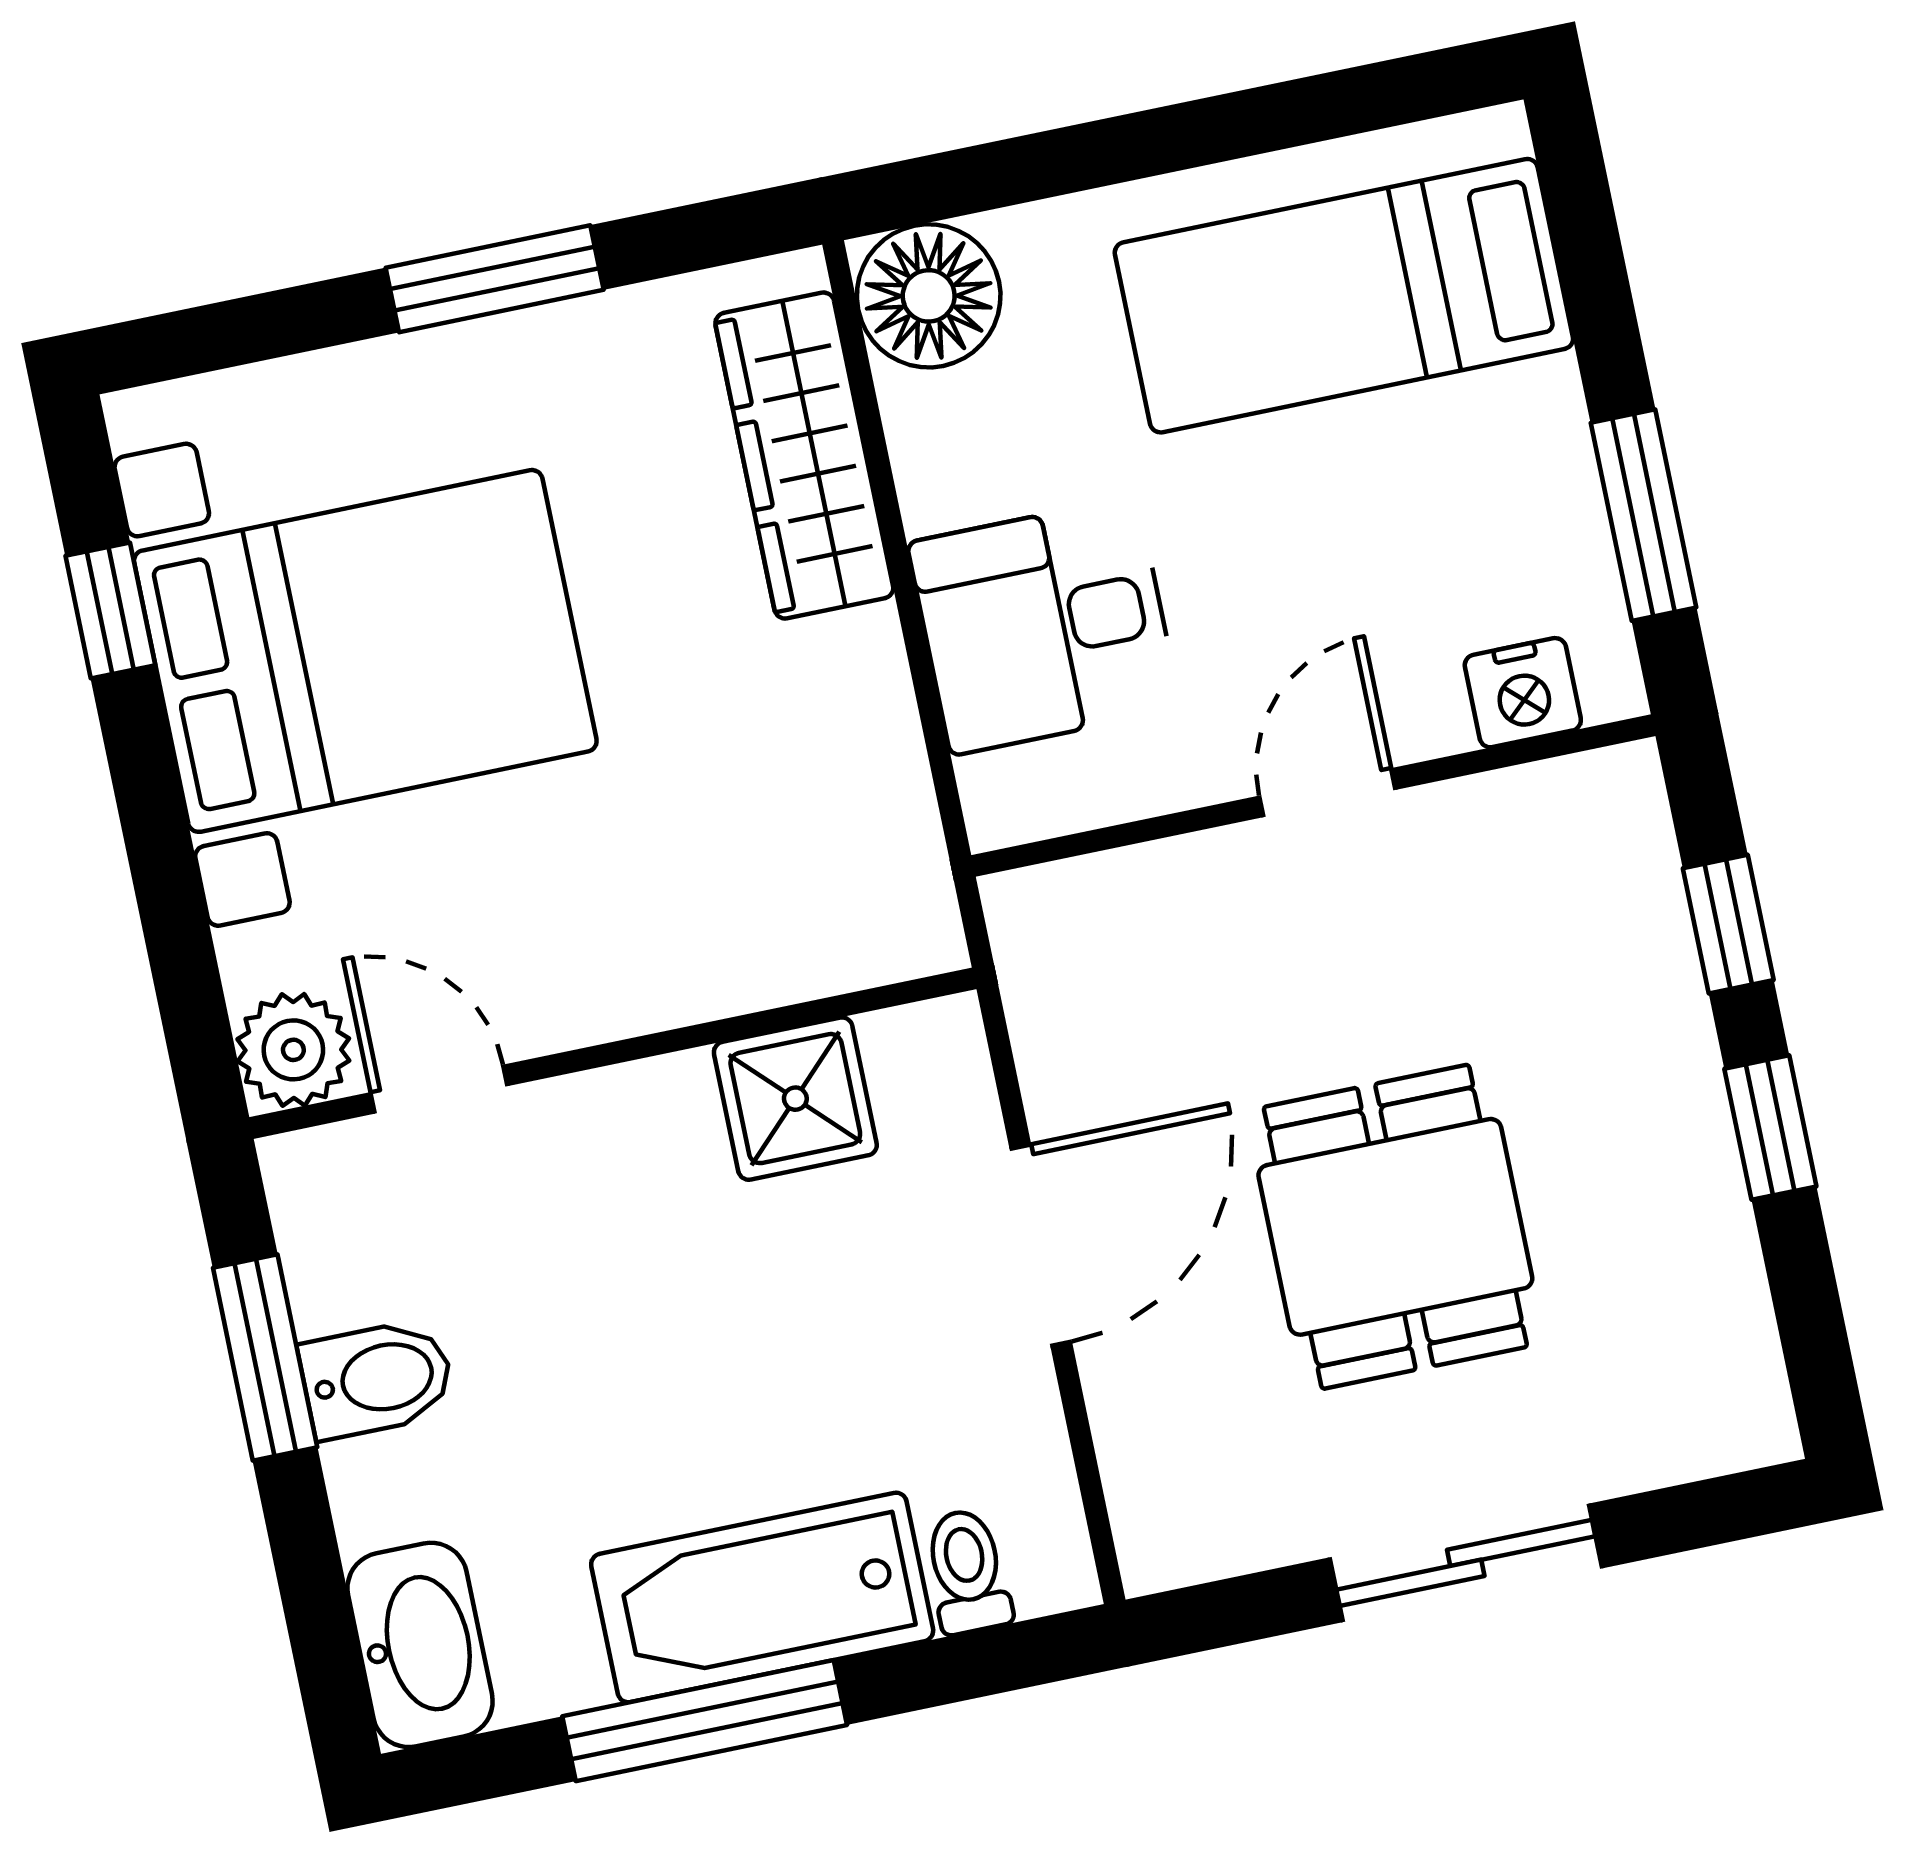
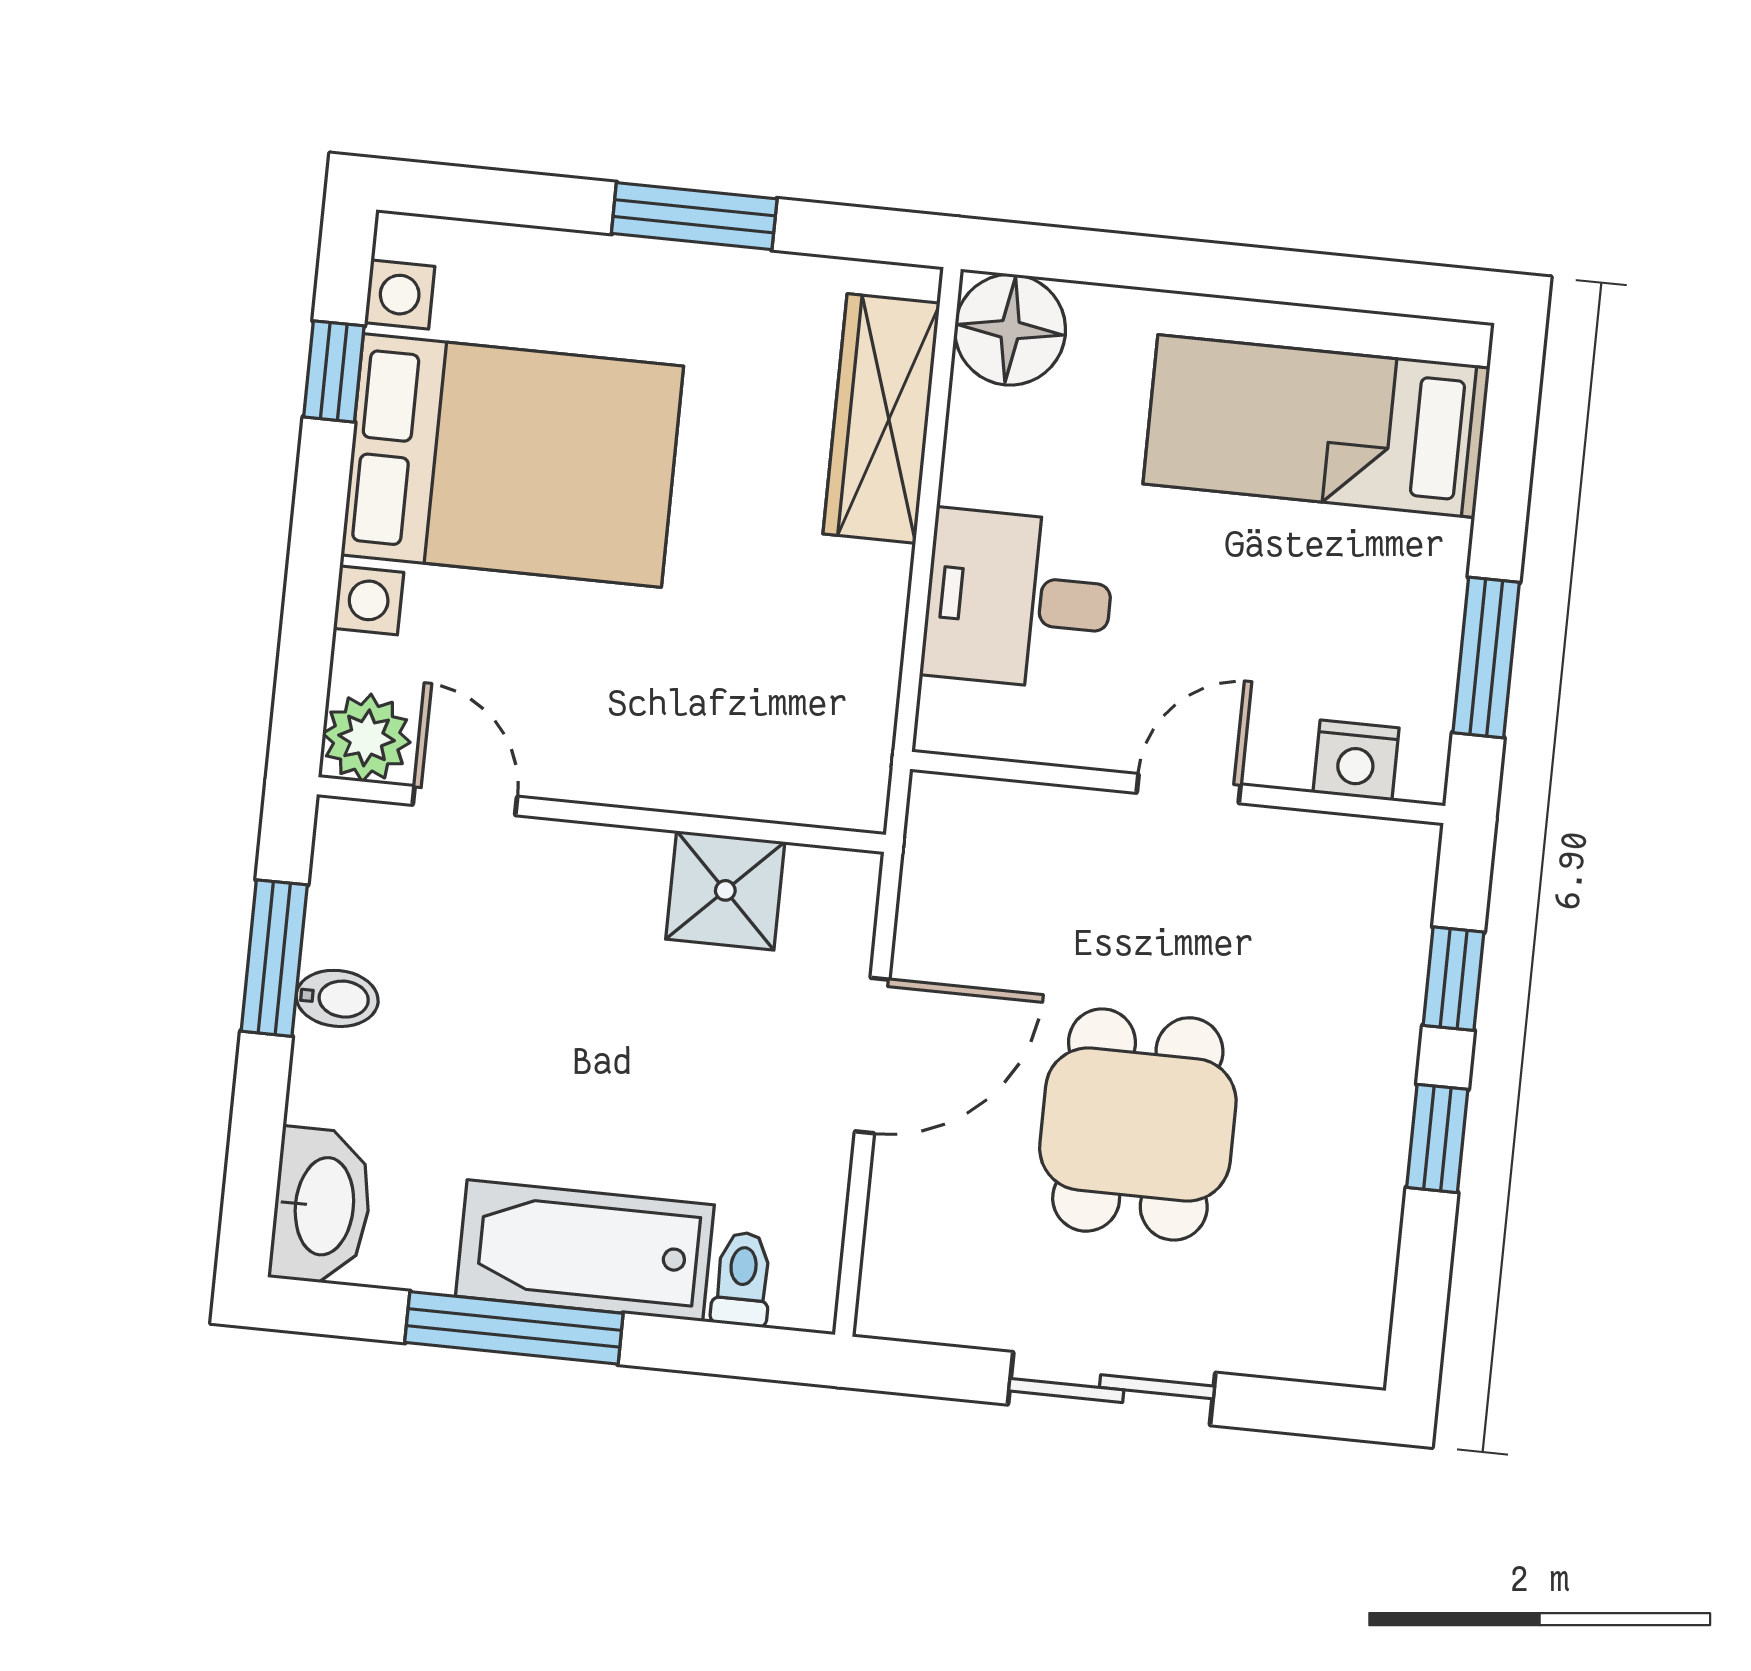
bidet: (377, 1379) -> (337, 998), width x0.72, depth x0.74

